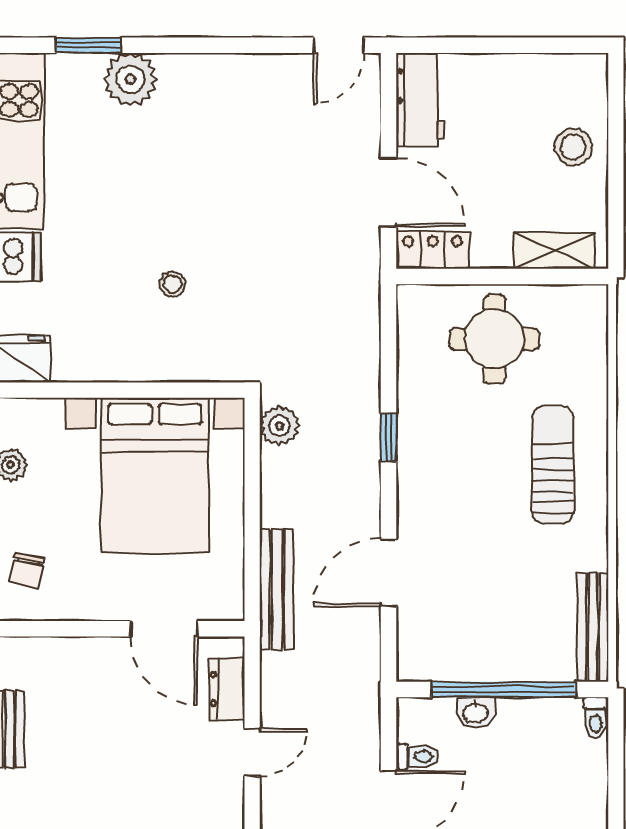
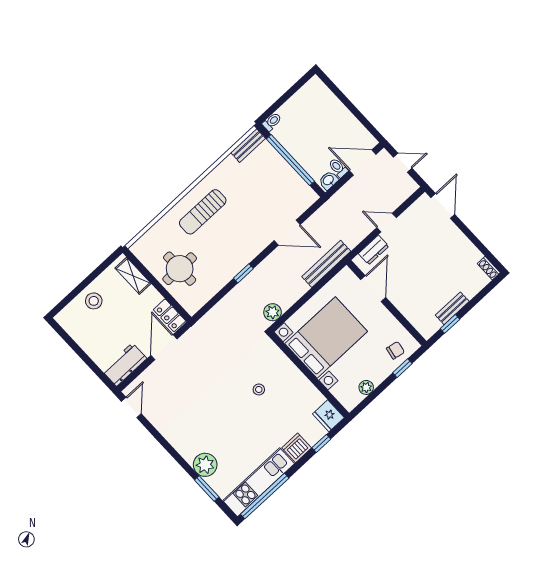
door: (339, 45) -> (131, 407), hinge flipped
bench: (593, 627) -> (248, 145), width x0.73
washbasin: (476, 712) -> (329, 180), moved, turned -90

